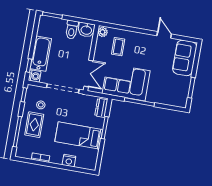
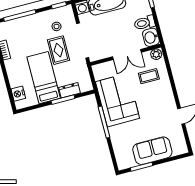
sofa: (185, 58) -> (152, 151), moved
double door: (89, 73) -> (127, 54), moved
dresser: (101, 108) -> (69, 90), moved
rug: (34, 125) -> (59, 50), moved, turned 90
nightstand: (69, 161) -> (18, 94), moved

